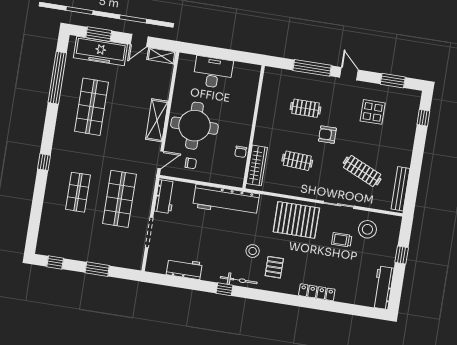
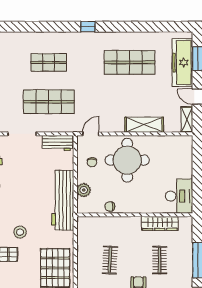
desk: (213, 72) -> (179, 196), moved
window: (57, 78) -> (151, 27), removed
shelving: (157, 120) -> (144, 125), moved
door: (161, 160) -> (91, 134), swing flipped
window: (44, 162) -> (88, 27), moved
wardrobe: (257, 165) -> (160, 223), moved
plant: (219, 177) -> (84, 190), added

